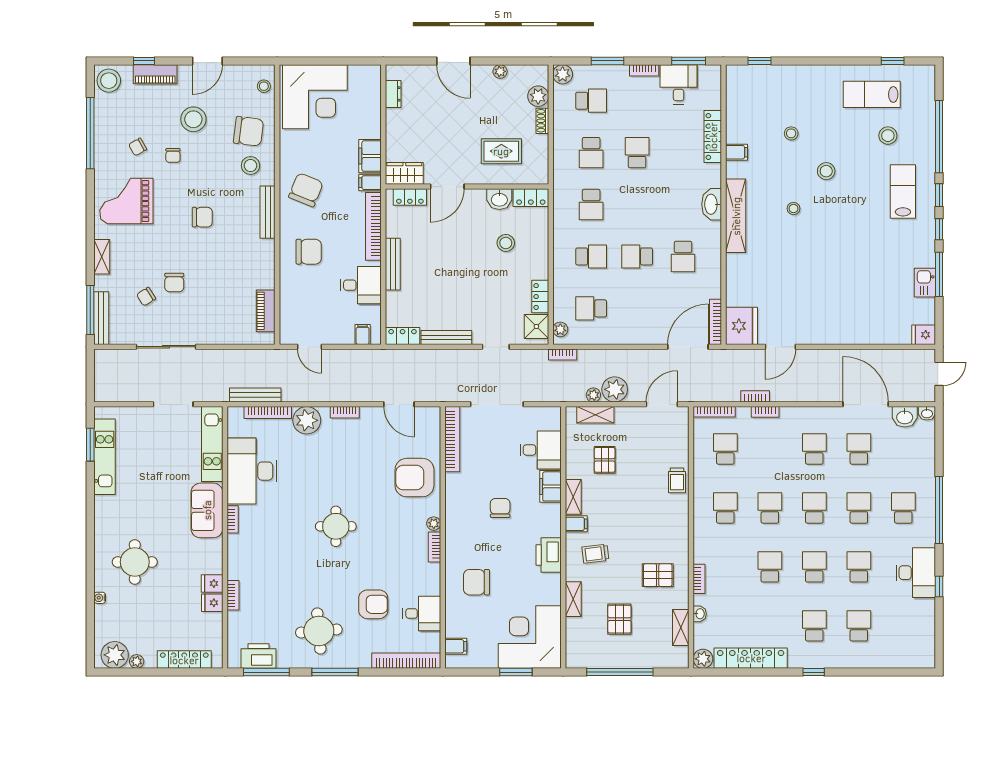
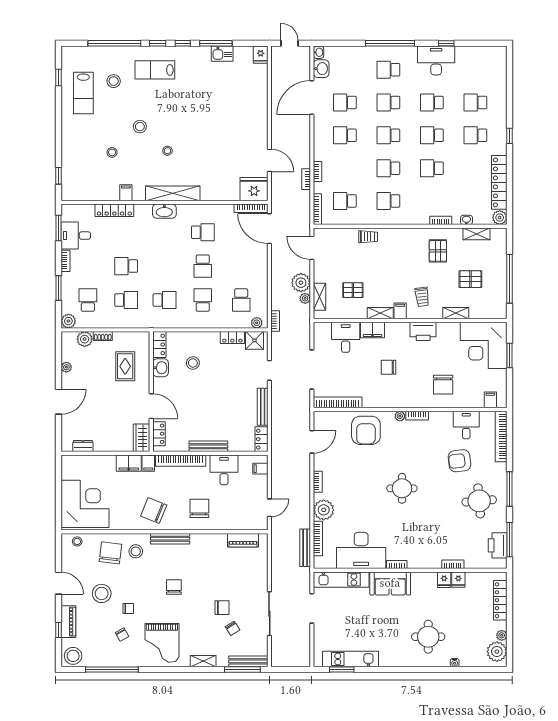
armchair: (373, 604) -> (459, 461), turned -97

